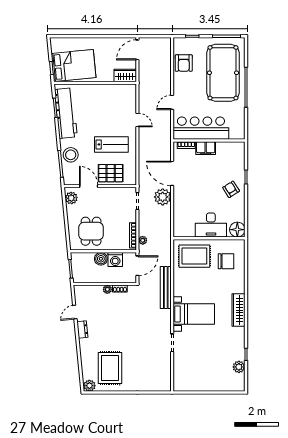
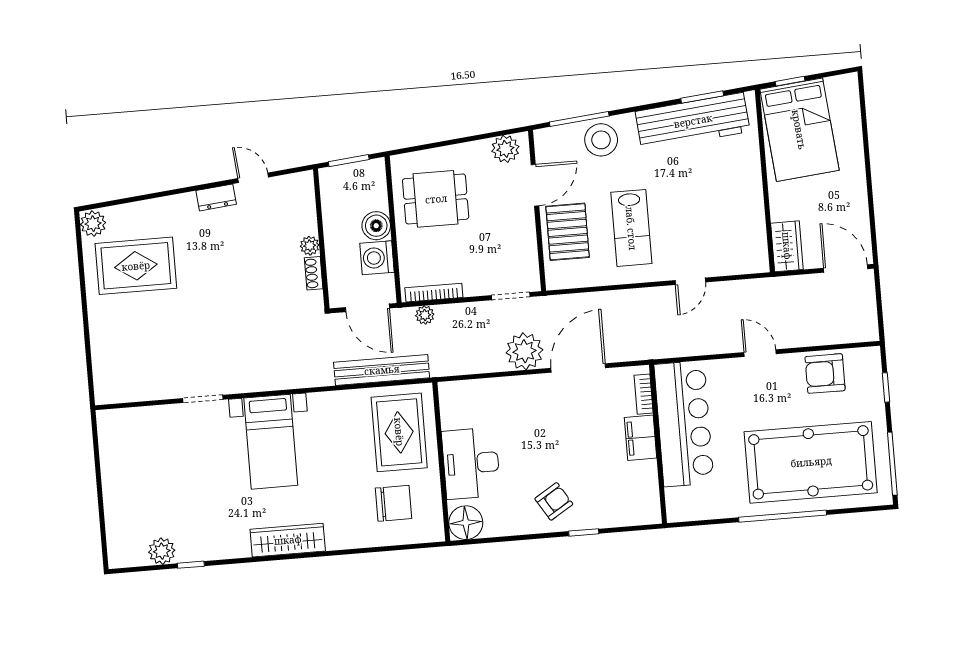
door: (172, 102) -> (760, 353), moved
chair: (226, 261) -> (393, 503), turned -90
bench: (166, 288) -> (382, 370), moved

